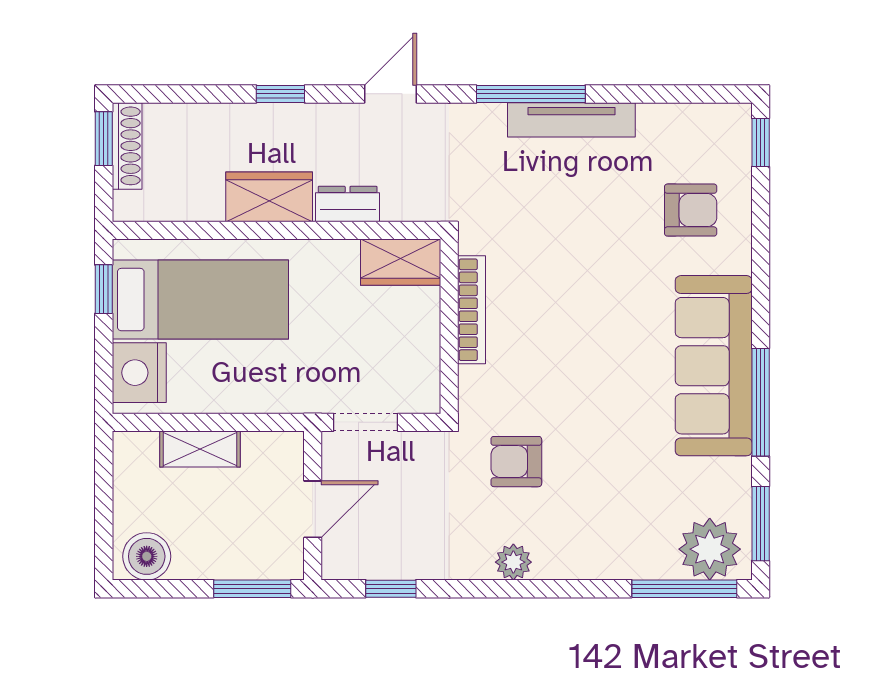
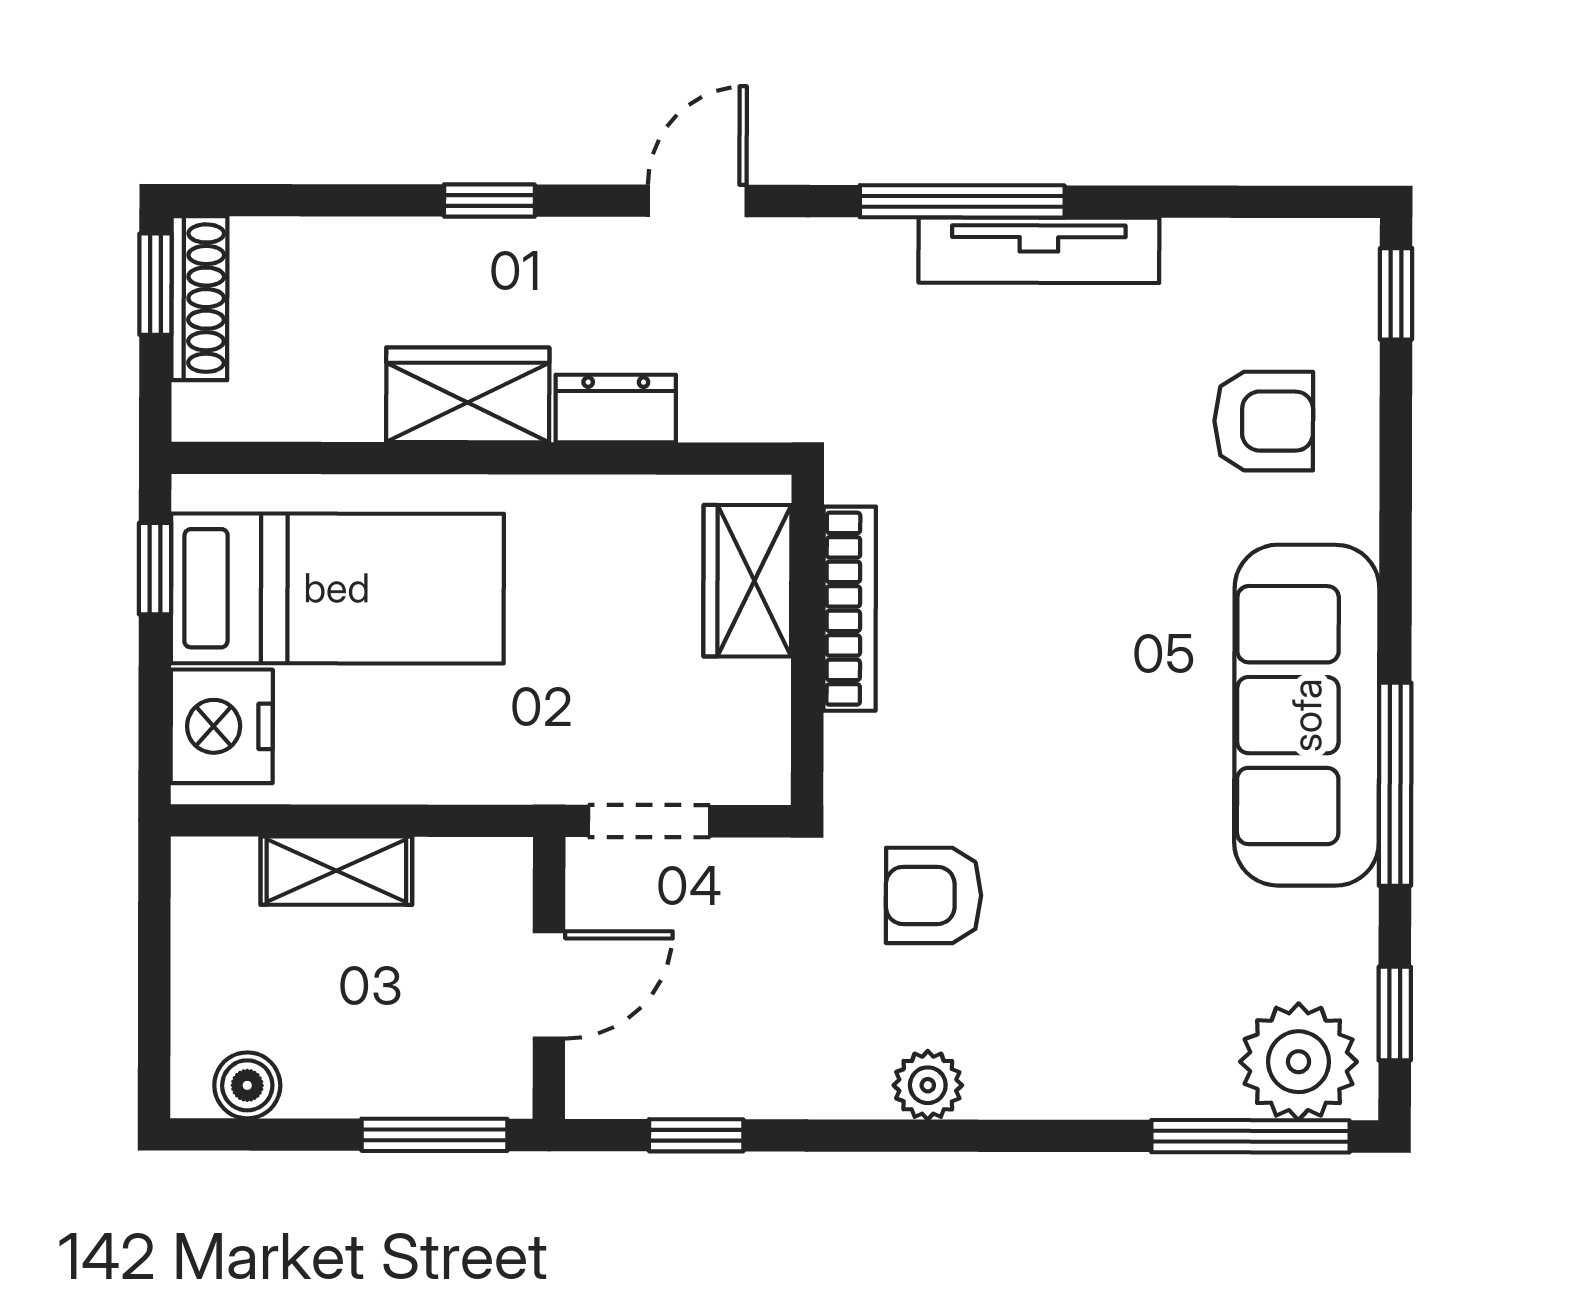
wardrobe: (401, 262) -> (747, 581), moved, turned 90
window: (761, 524) -> (1395, 1014), width x0.67
boiler: (147, 556) -> (247, 1085), width x0.73, depth x0.73

